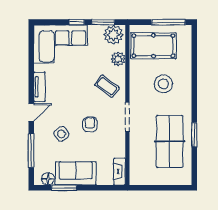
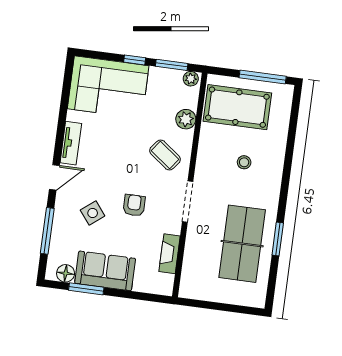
plant: (113, 35) -> (191, 79), width x0.53, depth x0.53
stool: (163, 84) -> (244, 162), width x0.53, depth x0.53
fireplace: (119, 172) -> (170, 254), moved

